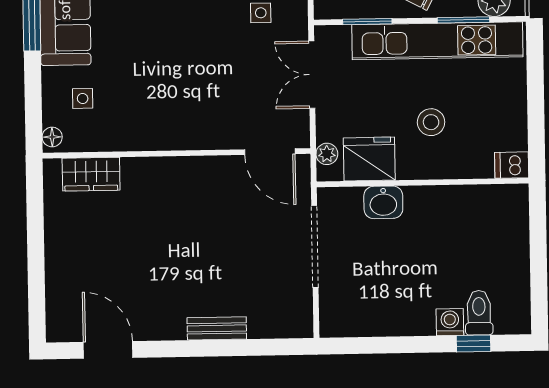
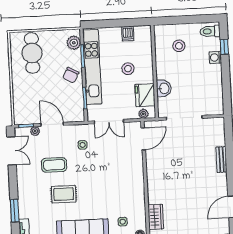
dishwasher: (512, 165) -> (128, 34), moved
stool: (479, 240) -> (179, 46), added
toilet: (479, 313) -> (210, 31), moved

